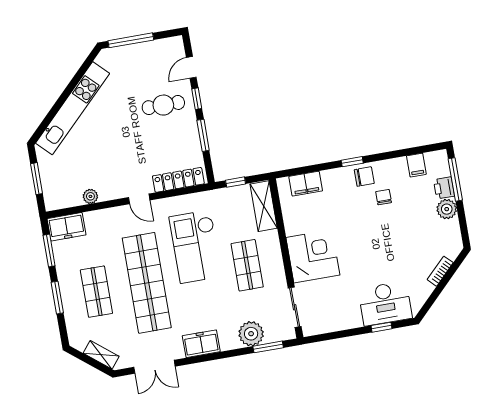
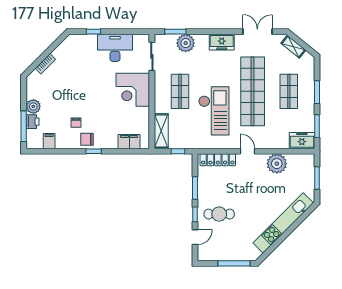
plant: (90, 196) -> (277, 164), width x1.87, depth x1.87
desk: (385, 303) -> (115, 48), moved

